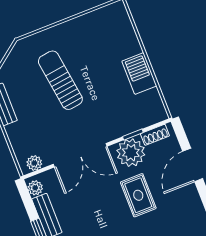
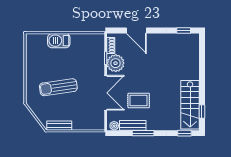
barbecue: (139, 73) -> (59, 41), moved
plant: (34, 163) -> (100, 121), removed
rug: (138, 195) -> (139, 101), moved

